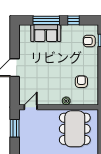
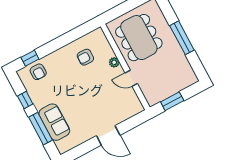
door: (31, 107) -> (131, 78), moved
dining table: (75, 129) -> (139, 38), turned 90

